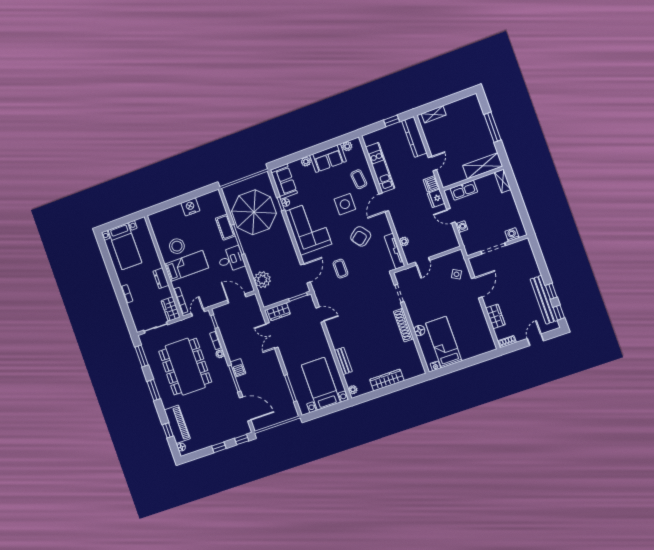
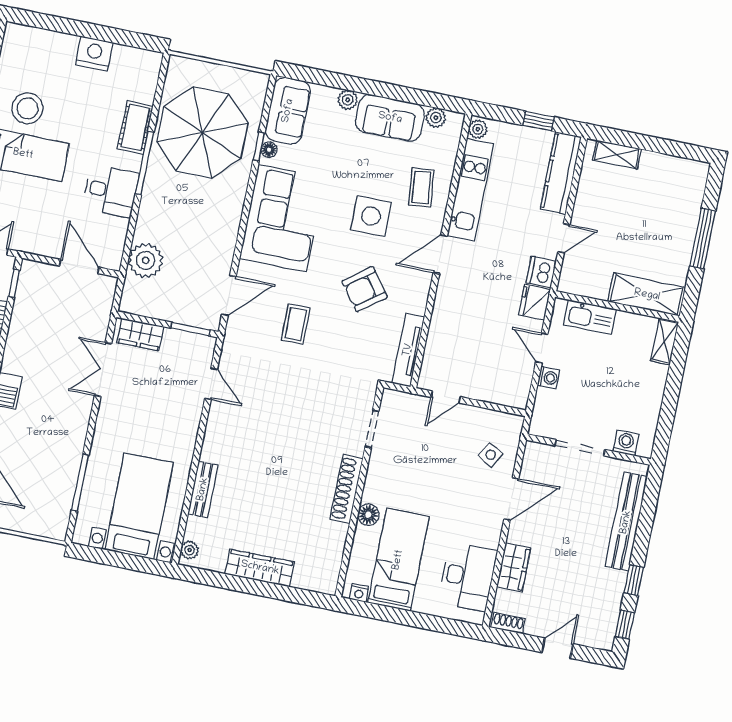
plant: (404, 241) -> (478, 129), moved
bench: (544, 300) -> (626, 522), moved
desk: (478, 332) -> (468, 577), added

